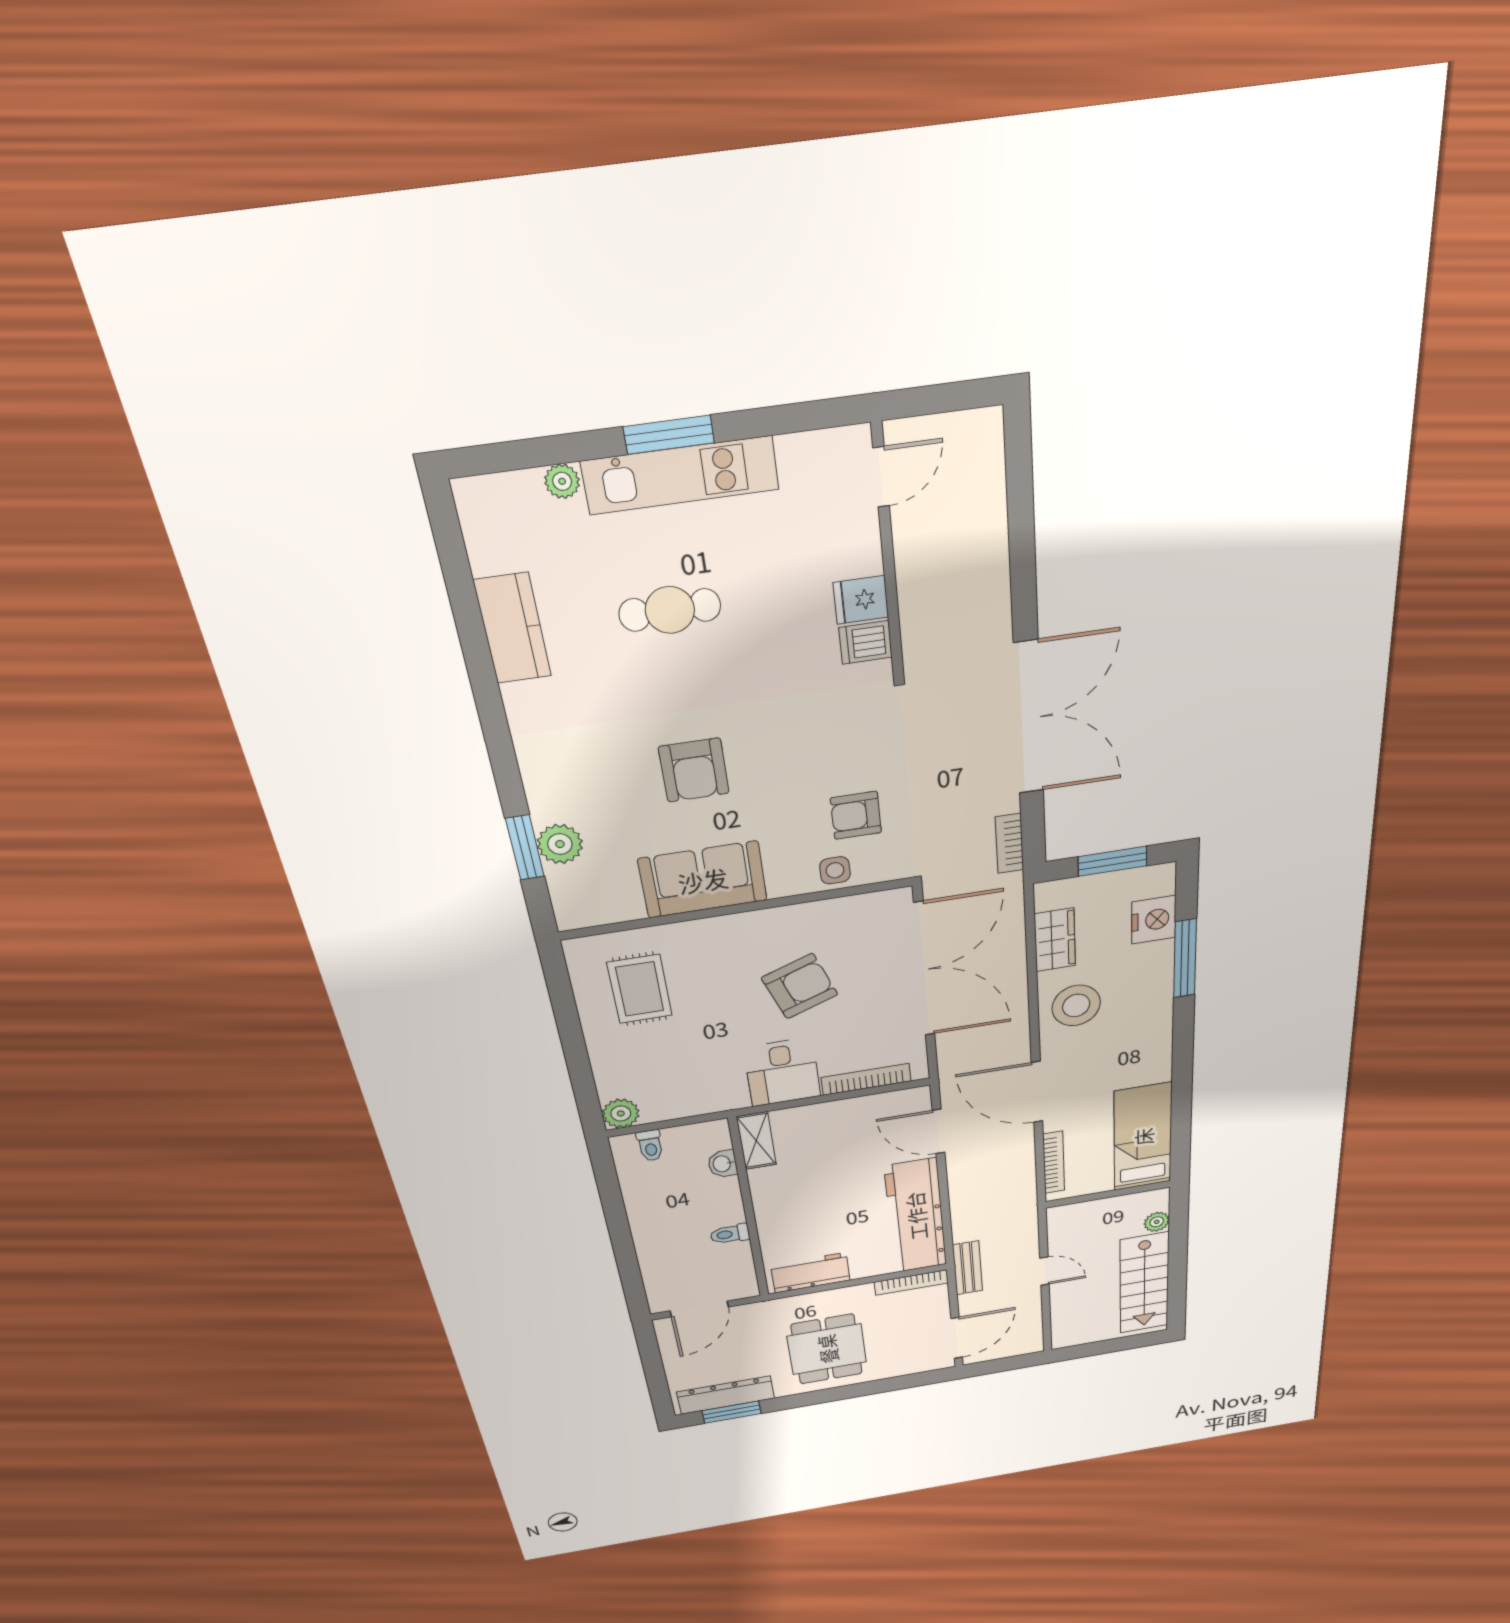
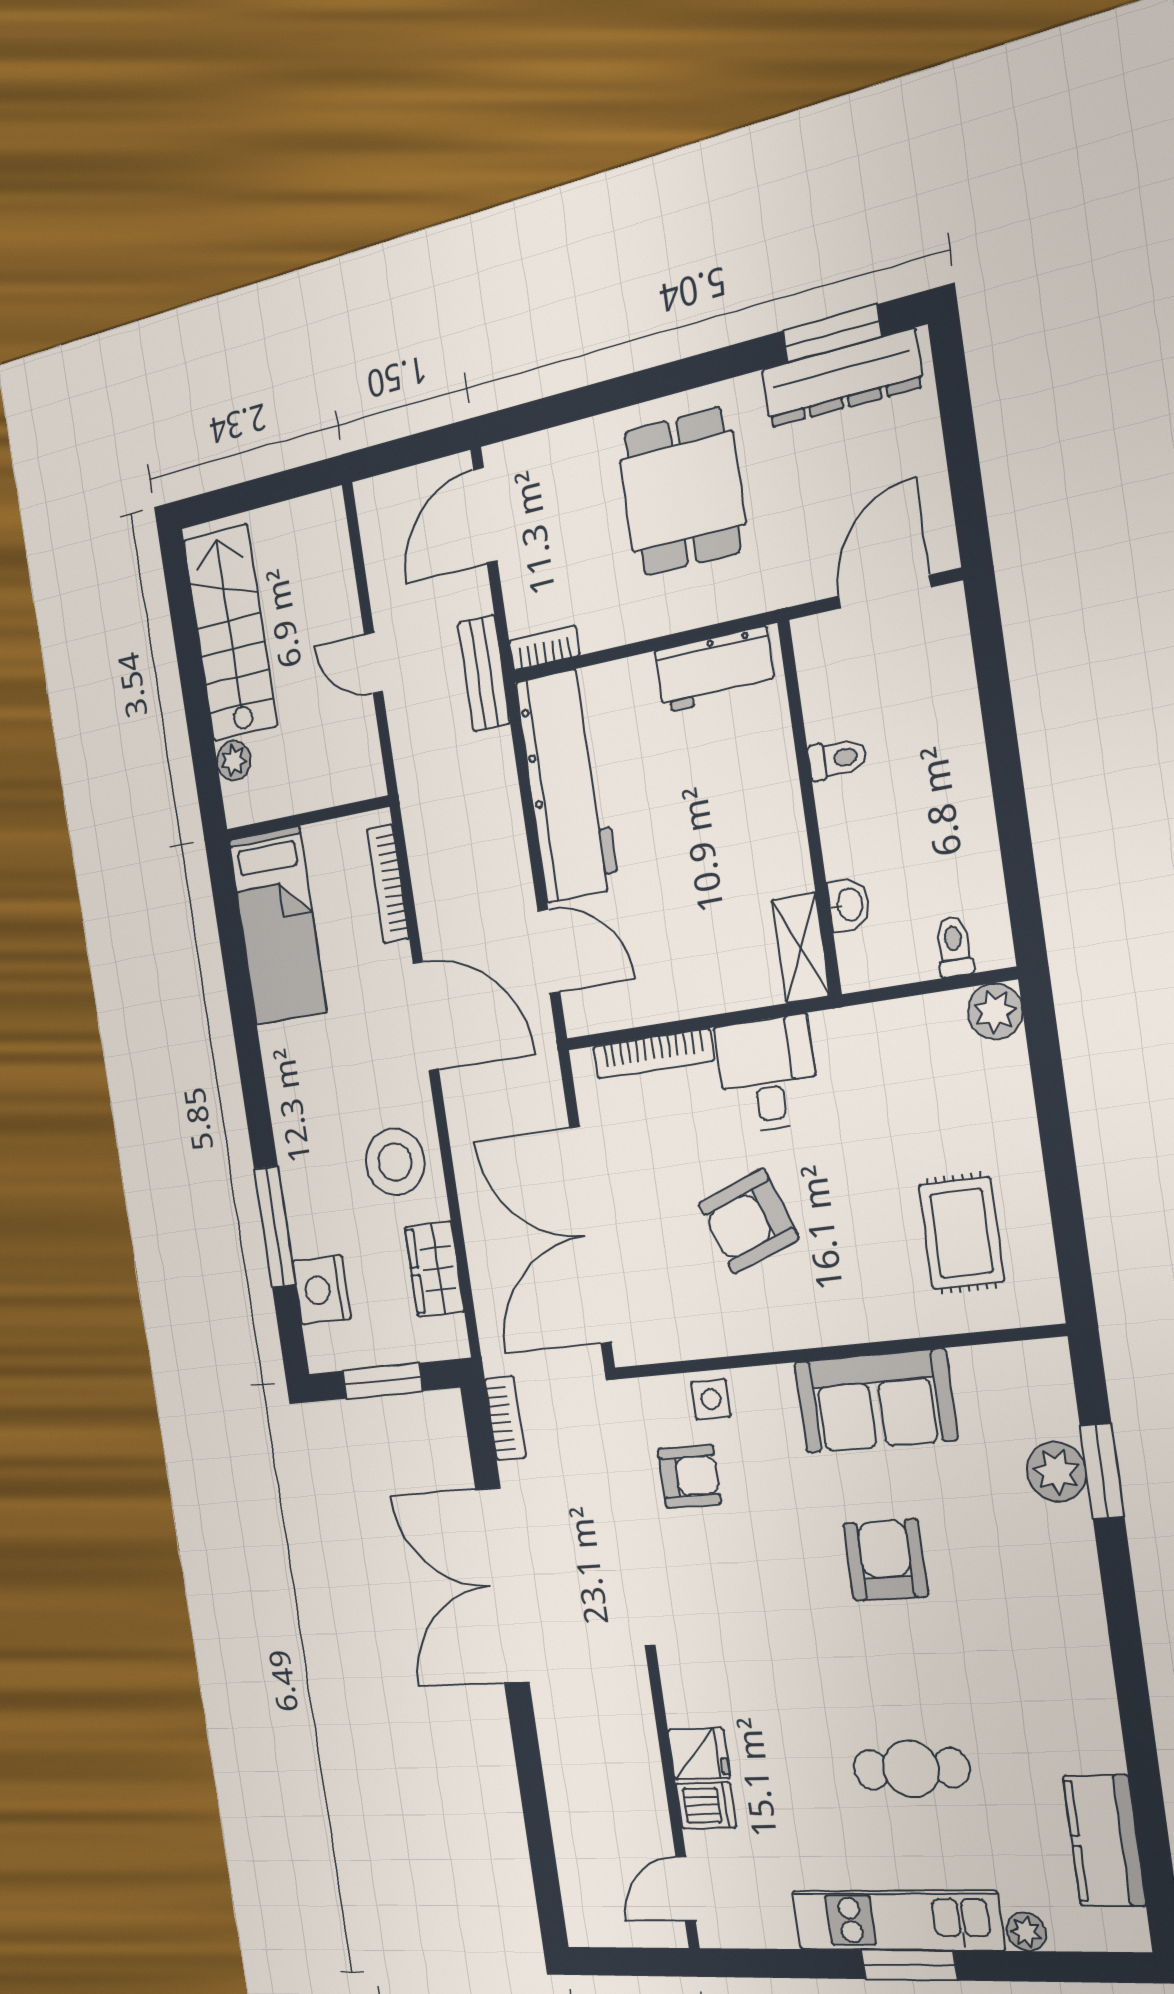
kitchen counter: (513, 628) -> (1104, 1841), moved
dishwasher: (865, 642) -> (706, 1805), moved
bookcase: (911, 1282) -> (544, 648), width x0.64

